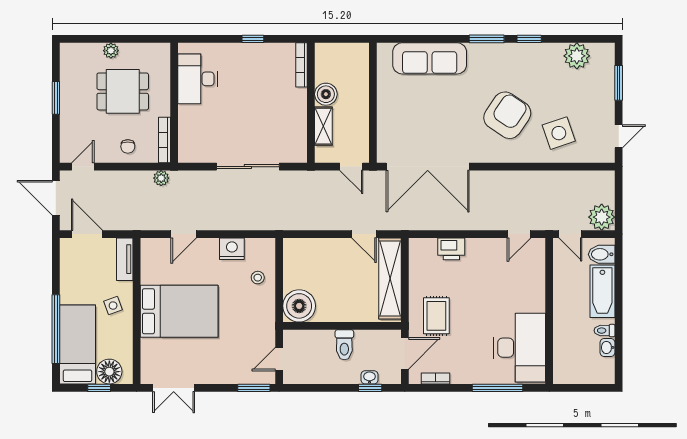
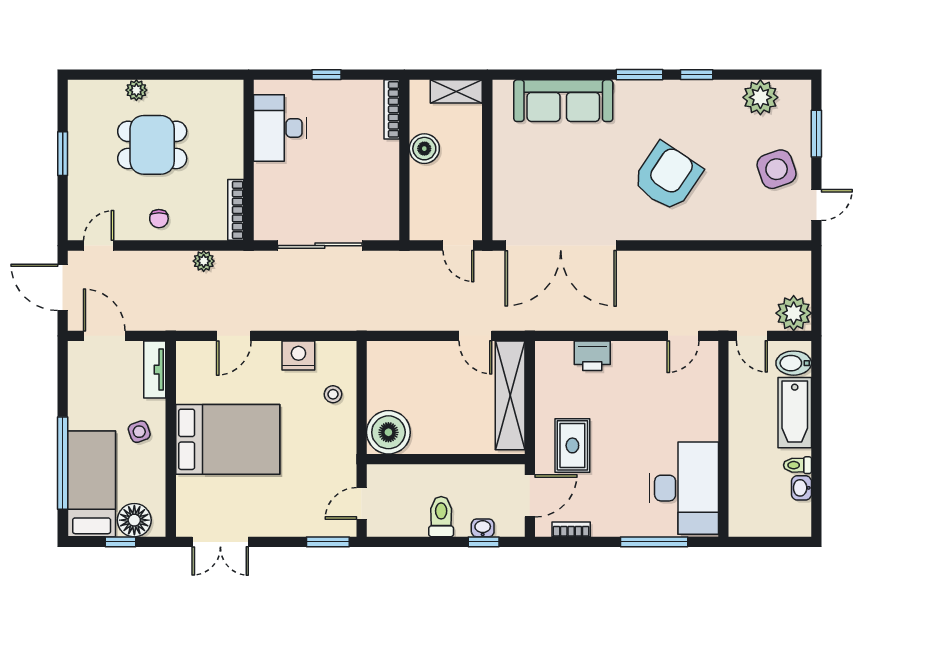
desk: (197, 79) -> (280, 128), moved
wall: (174, 103) -> (249, 160), moved
shelving: (323, 126) -> (456, 91), moved, turned 90
side table: (559, 133) -> (777, 169), moved
bookcase: (164, 140) -> (236, 210), moved
toilet: (344, 345) -> (441, 517), moved, turned 180

